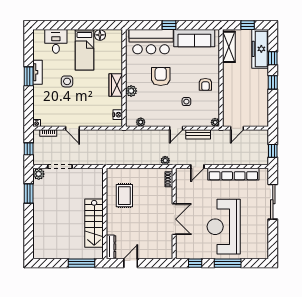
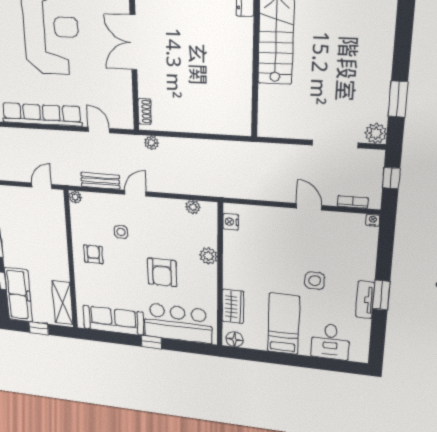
floor lamp: (100, 35) -> (235, 339), moved
wardrobe: (116, 85) -> (233, 306), moved
door: (197, 167) -> (99, 130), hinge flipped
rug: (124, 196) -> (220, 87), removed

